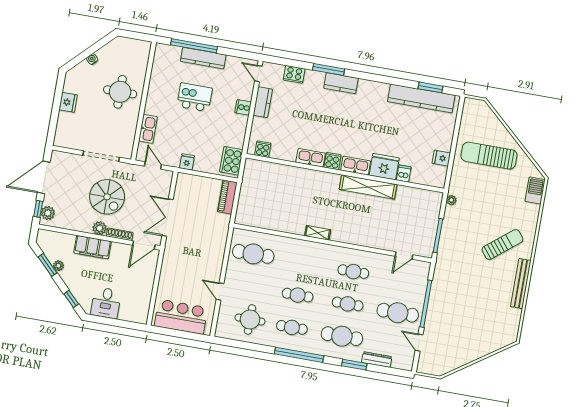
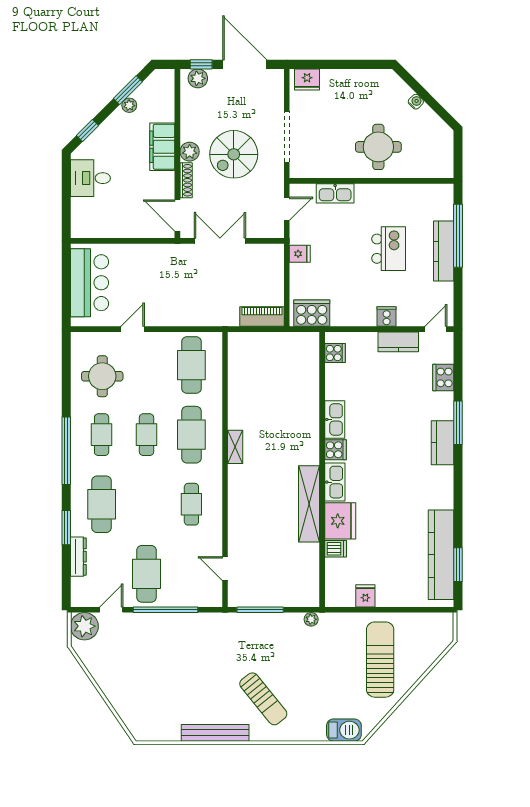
fridge: (68, 102) -> (307, 79), moved
cafe table: (348, 304) -> (191, 435), moved, width x1.37, depth x1.35
plant: (428, 364) -> (84, 626), added

